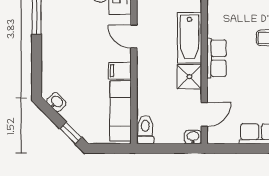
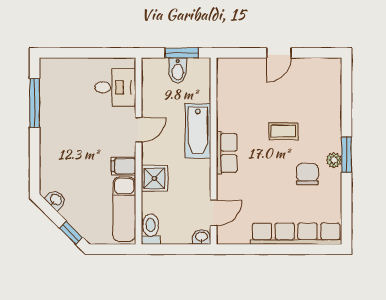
door: (134, 37) -> (139, 130), swing flipped
shower: (189, 77) -> (154, 178), moved

